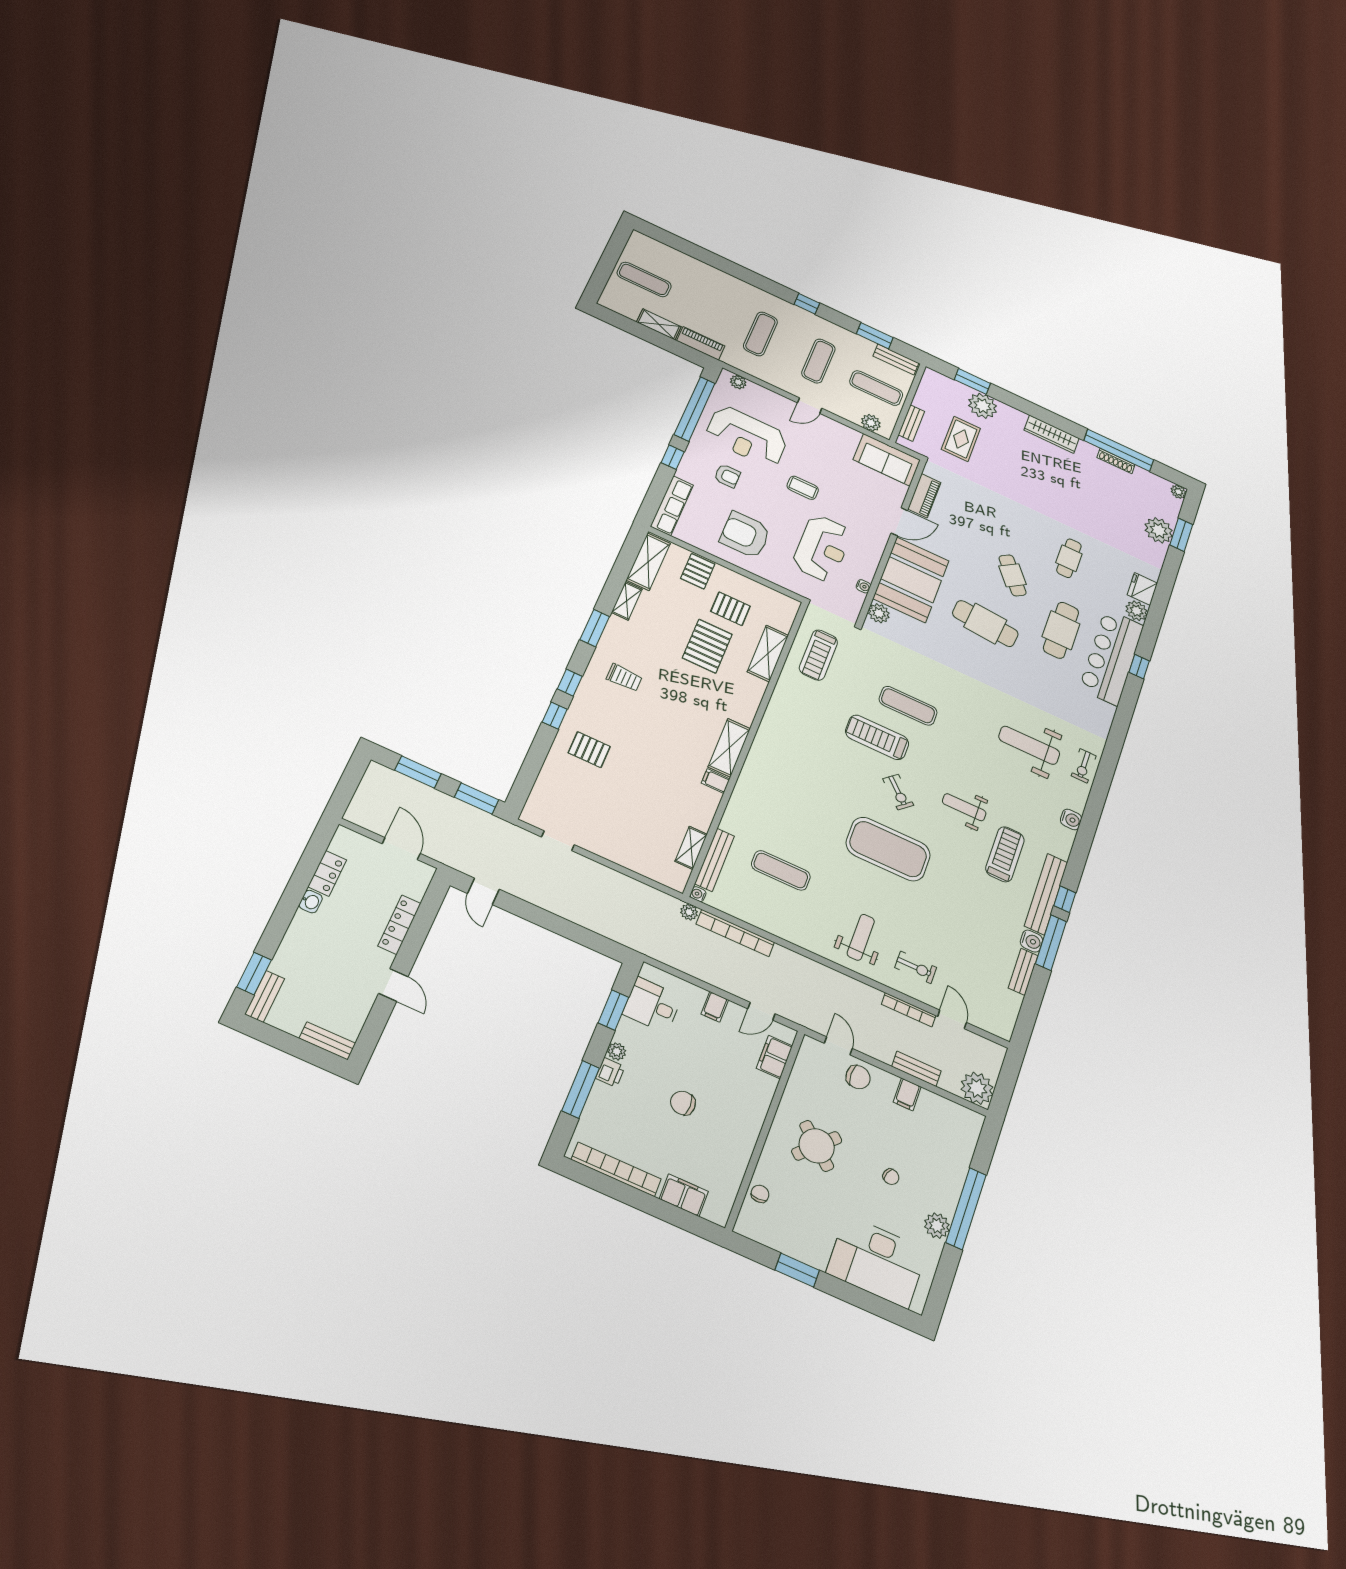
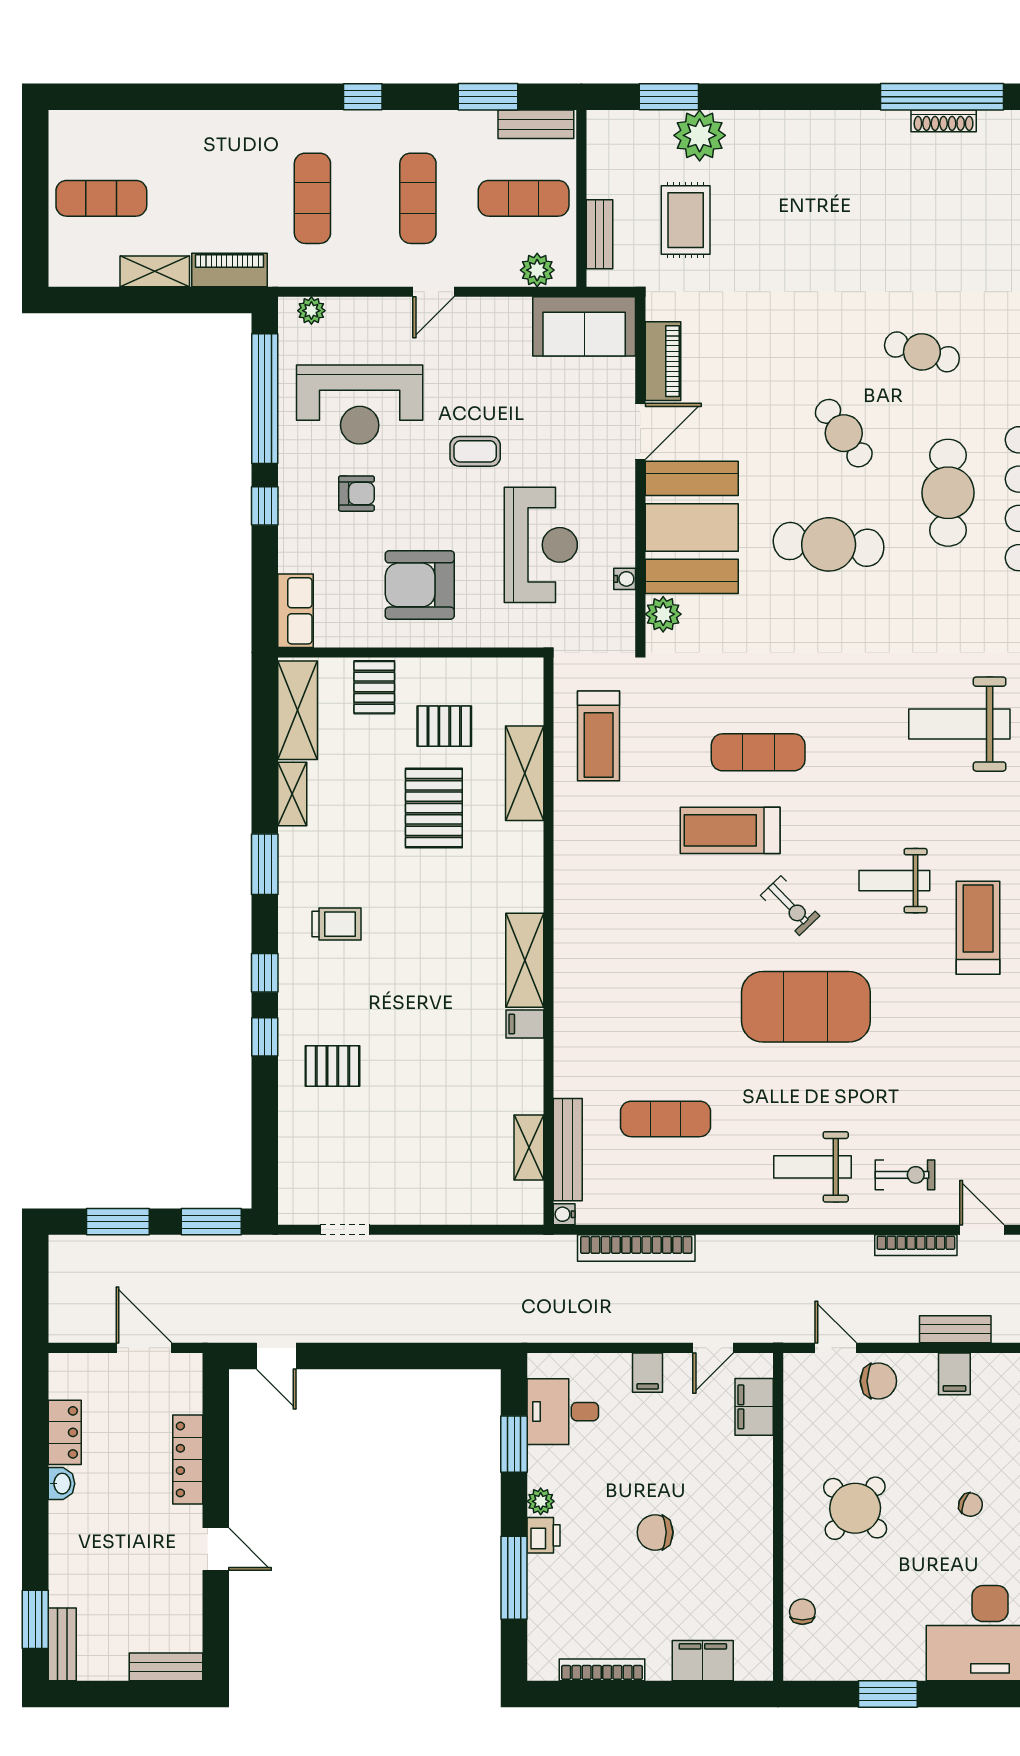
wardrobe: (1052, 434) -> (825, 128), removed
row of seats: (672, 506) -> (296, 611), width x0.68
cafe table: (1069, 558) -> (922, 352), turned -74
plant: (689, 912) -> (562, 1248), removed
weight bench: (861, 937) -> (813, 1167), turned -90
bookcase: (616, 1169) -> (602, 1670), width x0.68, depth x0.76

